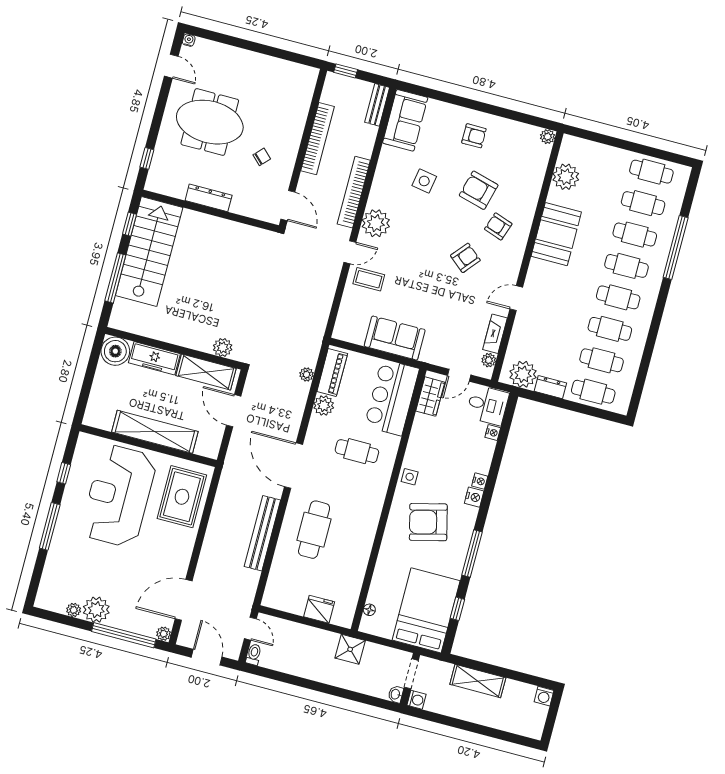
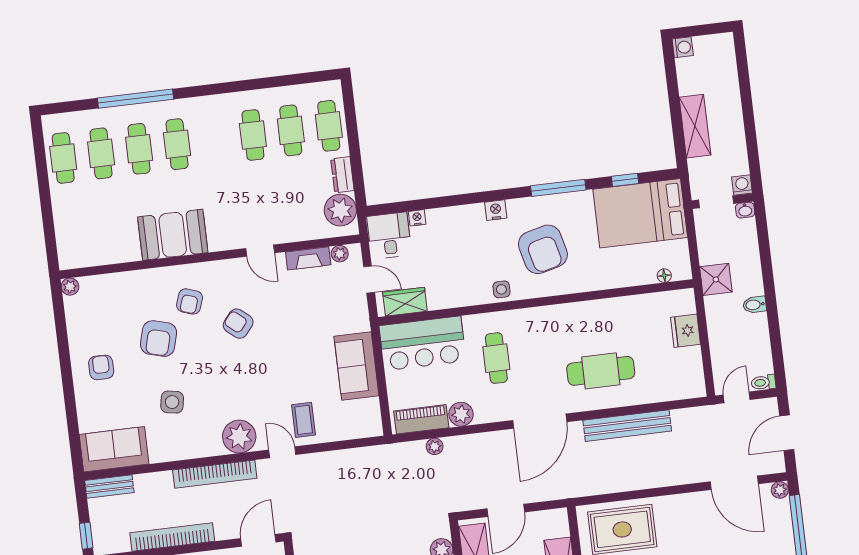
plant: (566, 177) -> (106, 249), removed
cafe table: (618, 297) -> (215, 140), removed
nightstand: (480, 481) -> (476, 211), removed
bidet: (318, 672) -> (755, 305), added

